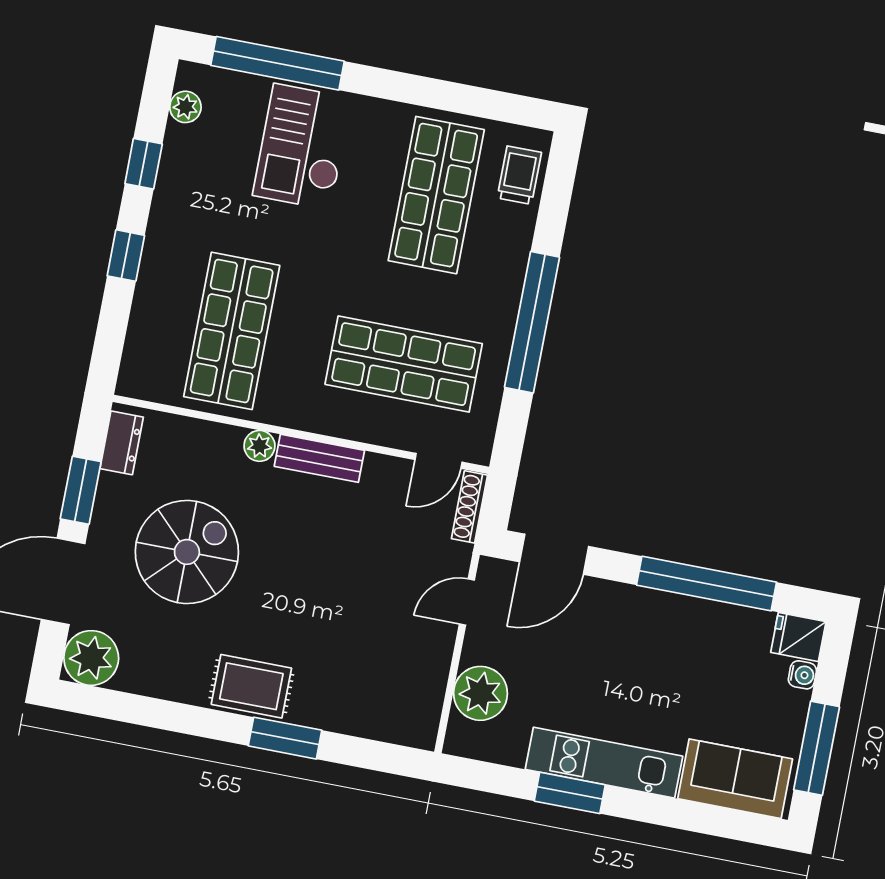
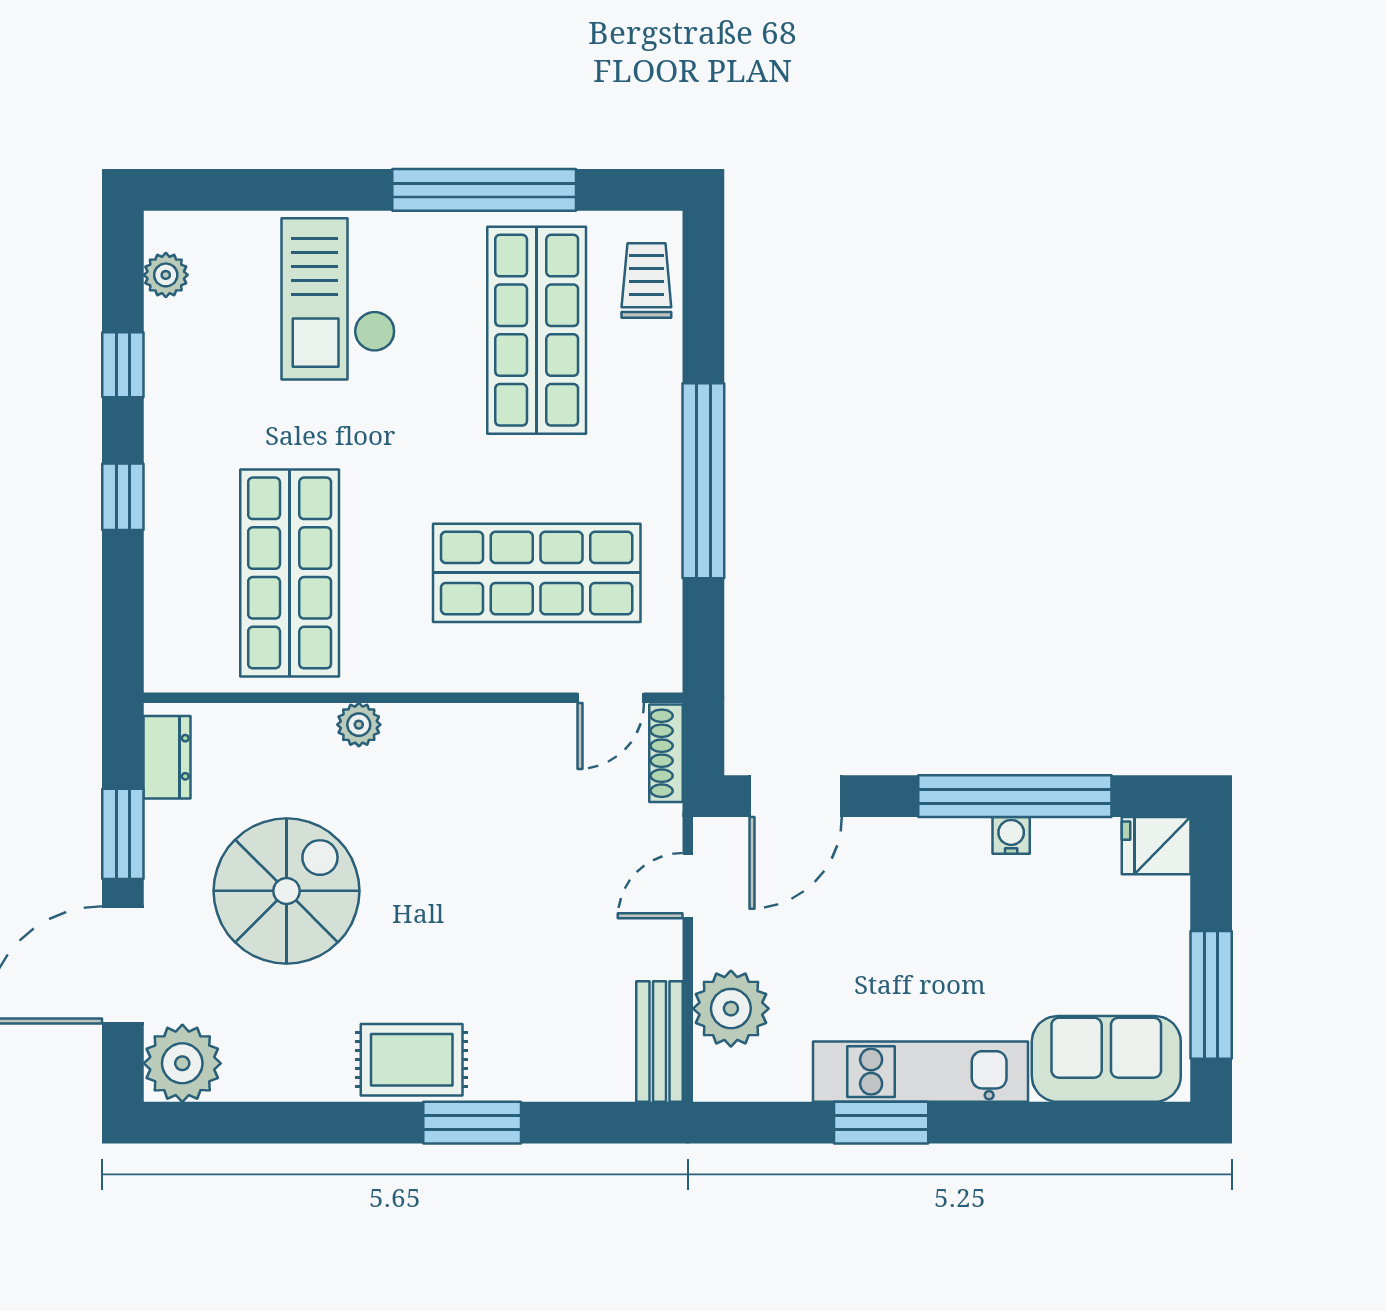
window: (278, 63) -> (484, 190), moved
bench: (319, 458) -> (659, 1041), moved, turned 90
water cooler: (802, 675) -> (1011, 835), moved, turned -90

